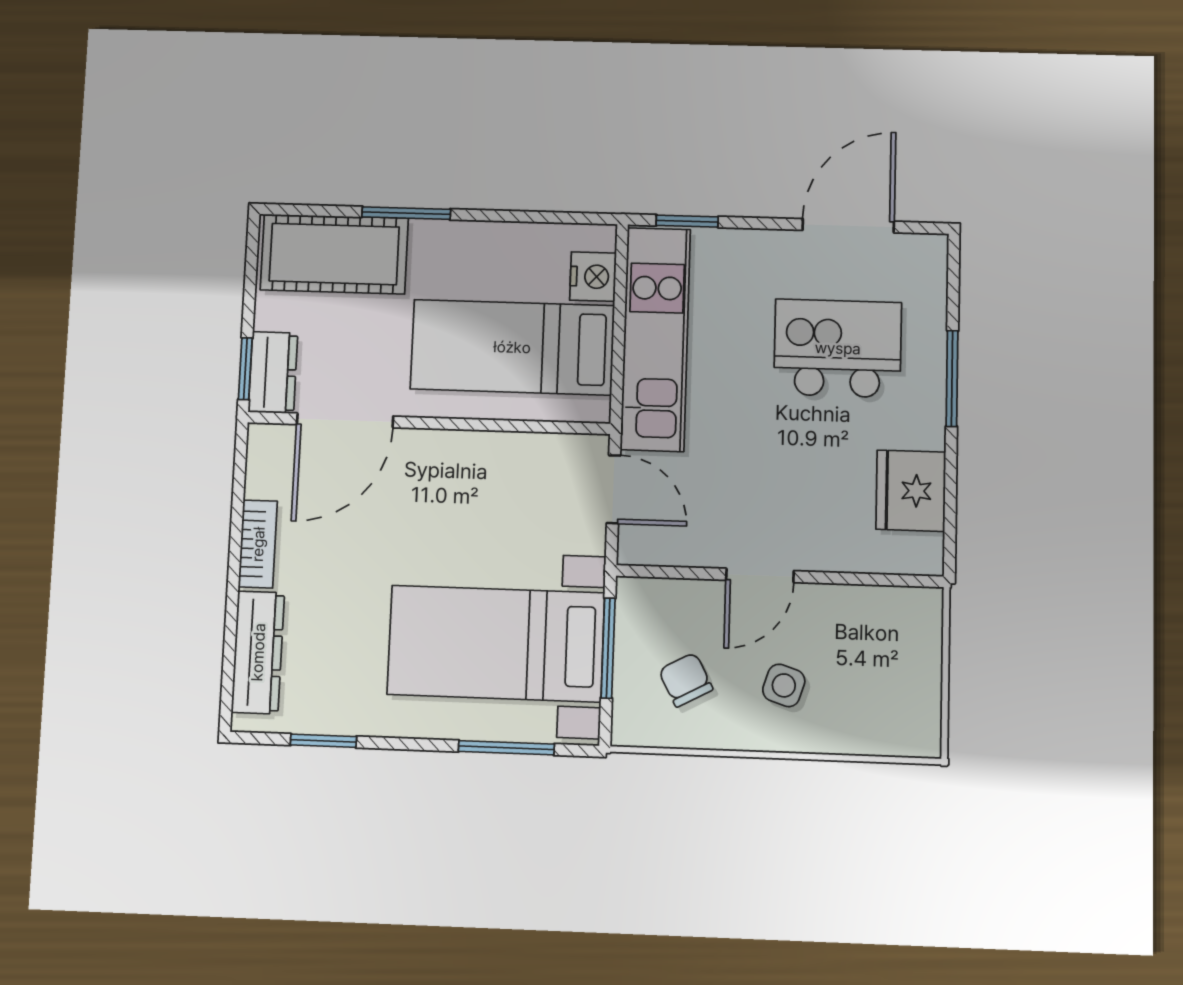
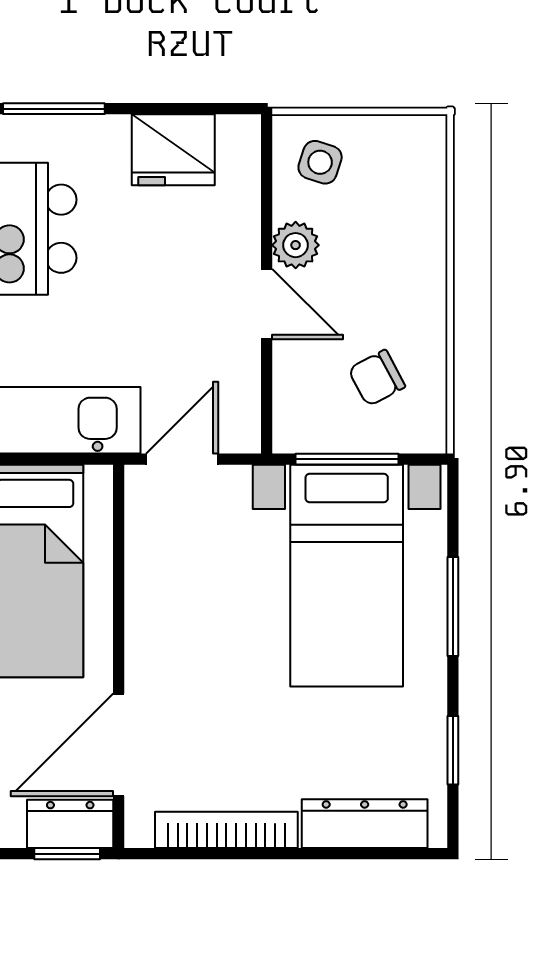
door: (345, 420) -> (119, 745), swing flipped
bookcase: (258, 544) -> (226, 830), width x1.56
plant: (816, 605) -> (296, 245), added
side table: (784, 685) -> (320, 162), moved
window: (506, 748) -> (453, 607), moved

